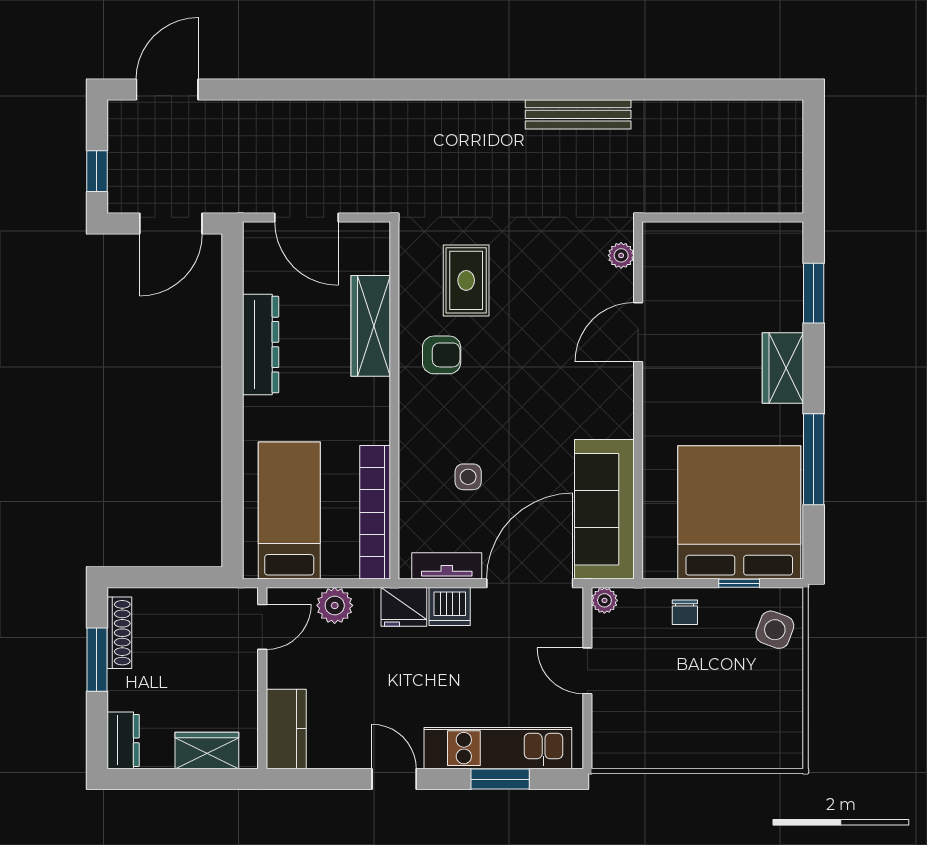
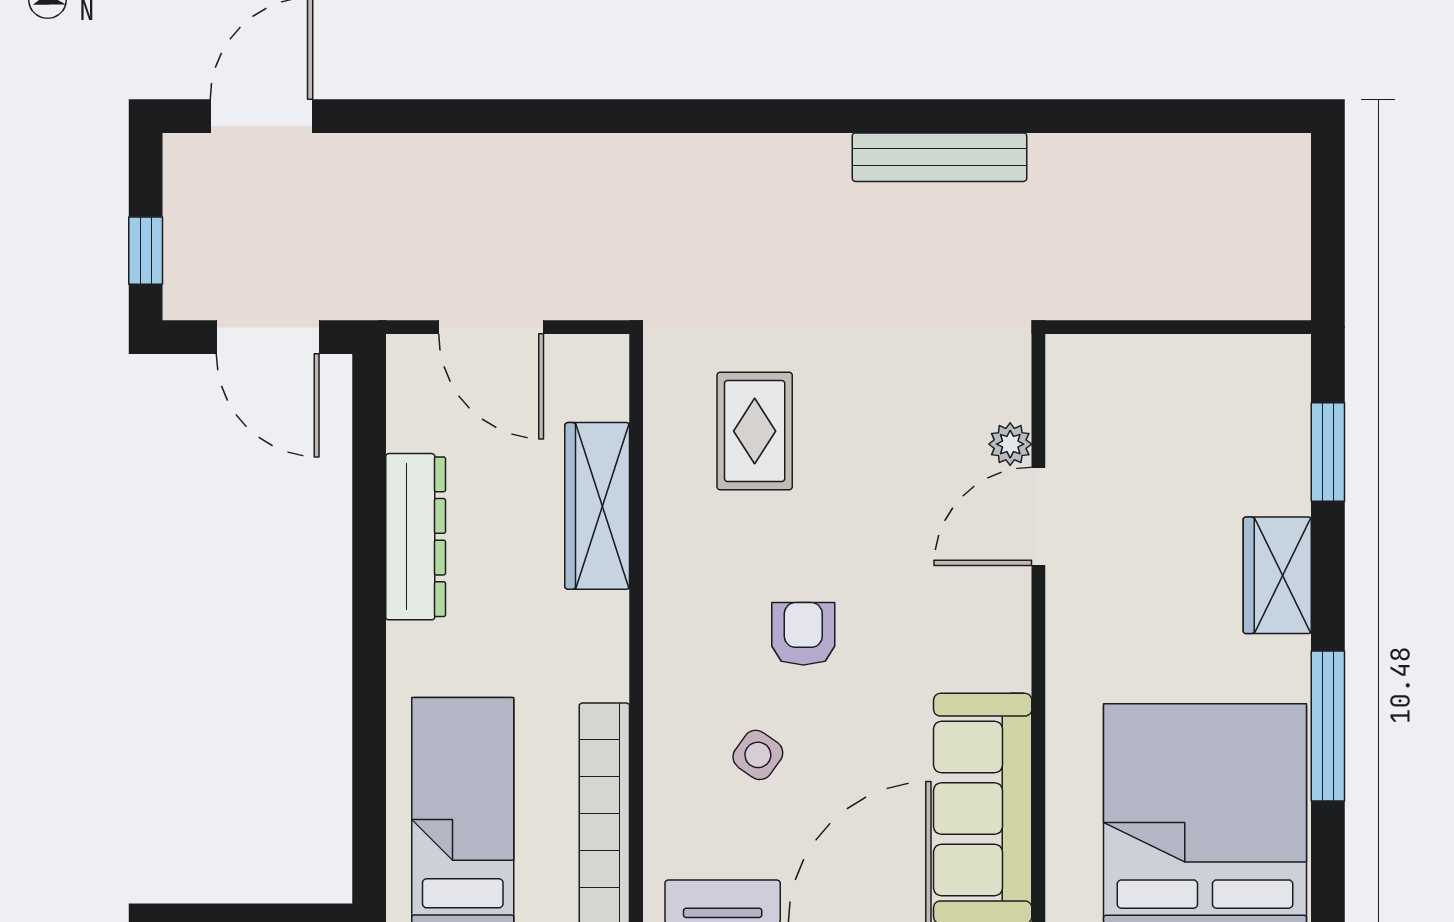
door: (171, 224) -> (268, 337), hinge flipped
plant: (621, 255) -> (1010, 444), moved
armchair: (442, 355) -> (803, 634), moved, turned -90
side table: (468, 477) -> (758, 755), turned 35

